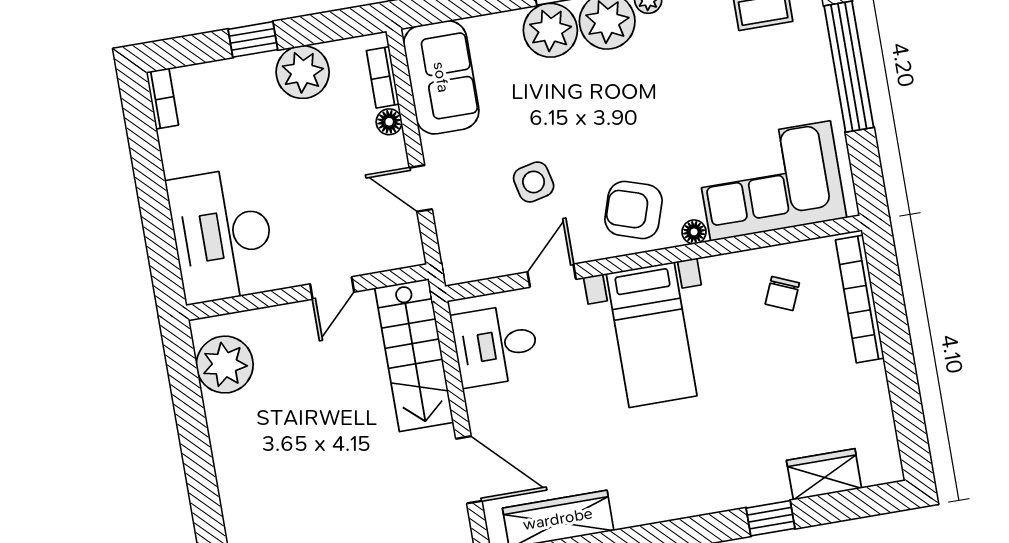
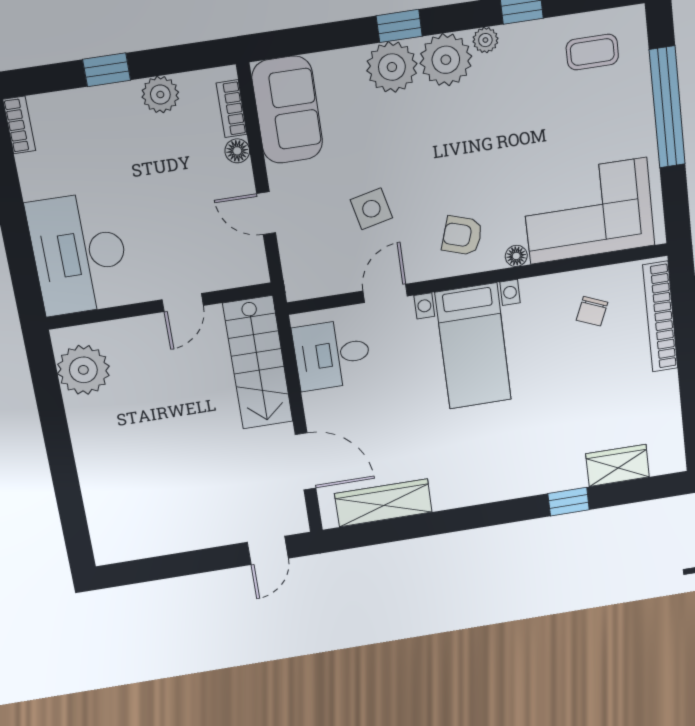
plant: (303, 72) -> (160, 95), width x0.73, depth x0.73
armchair: (633, 210) -> (462, 236), width x0.72, depth x0.72

